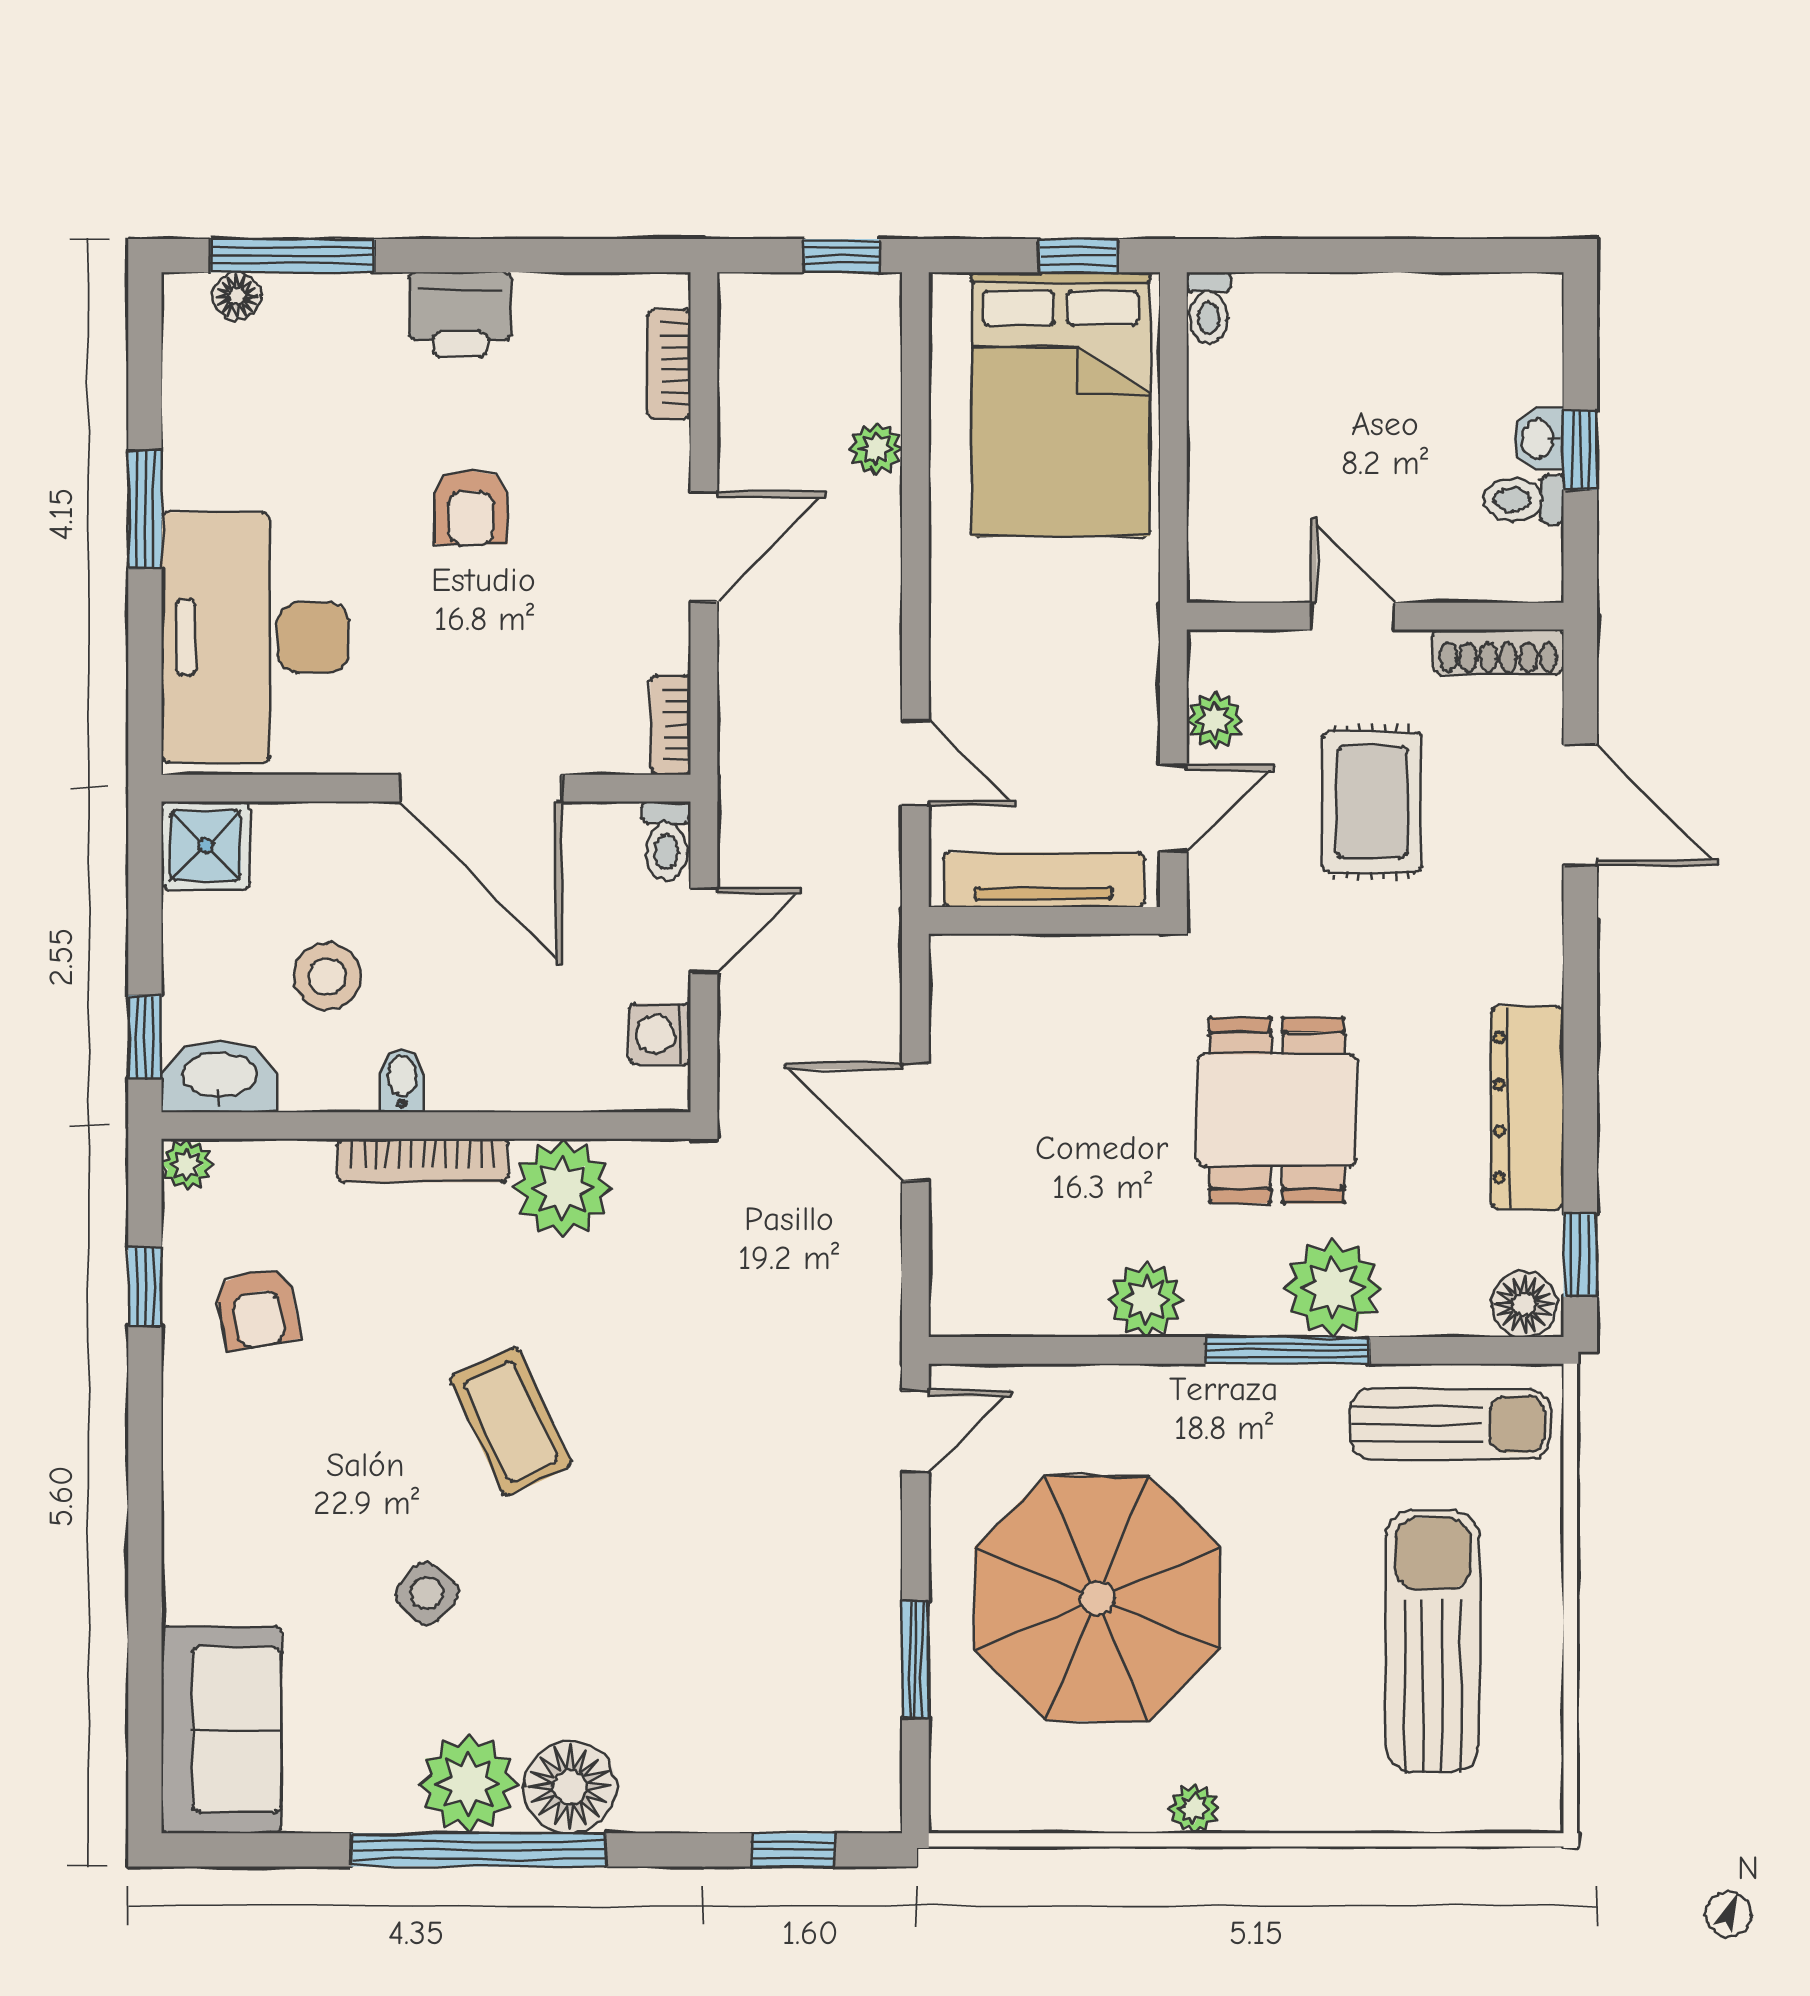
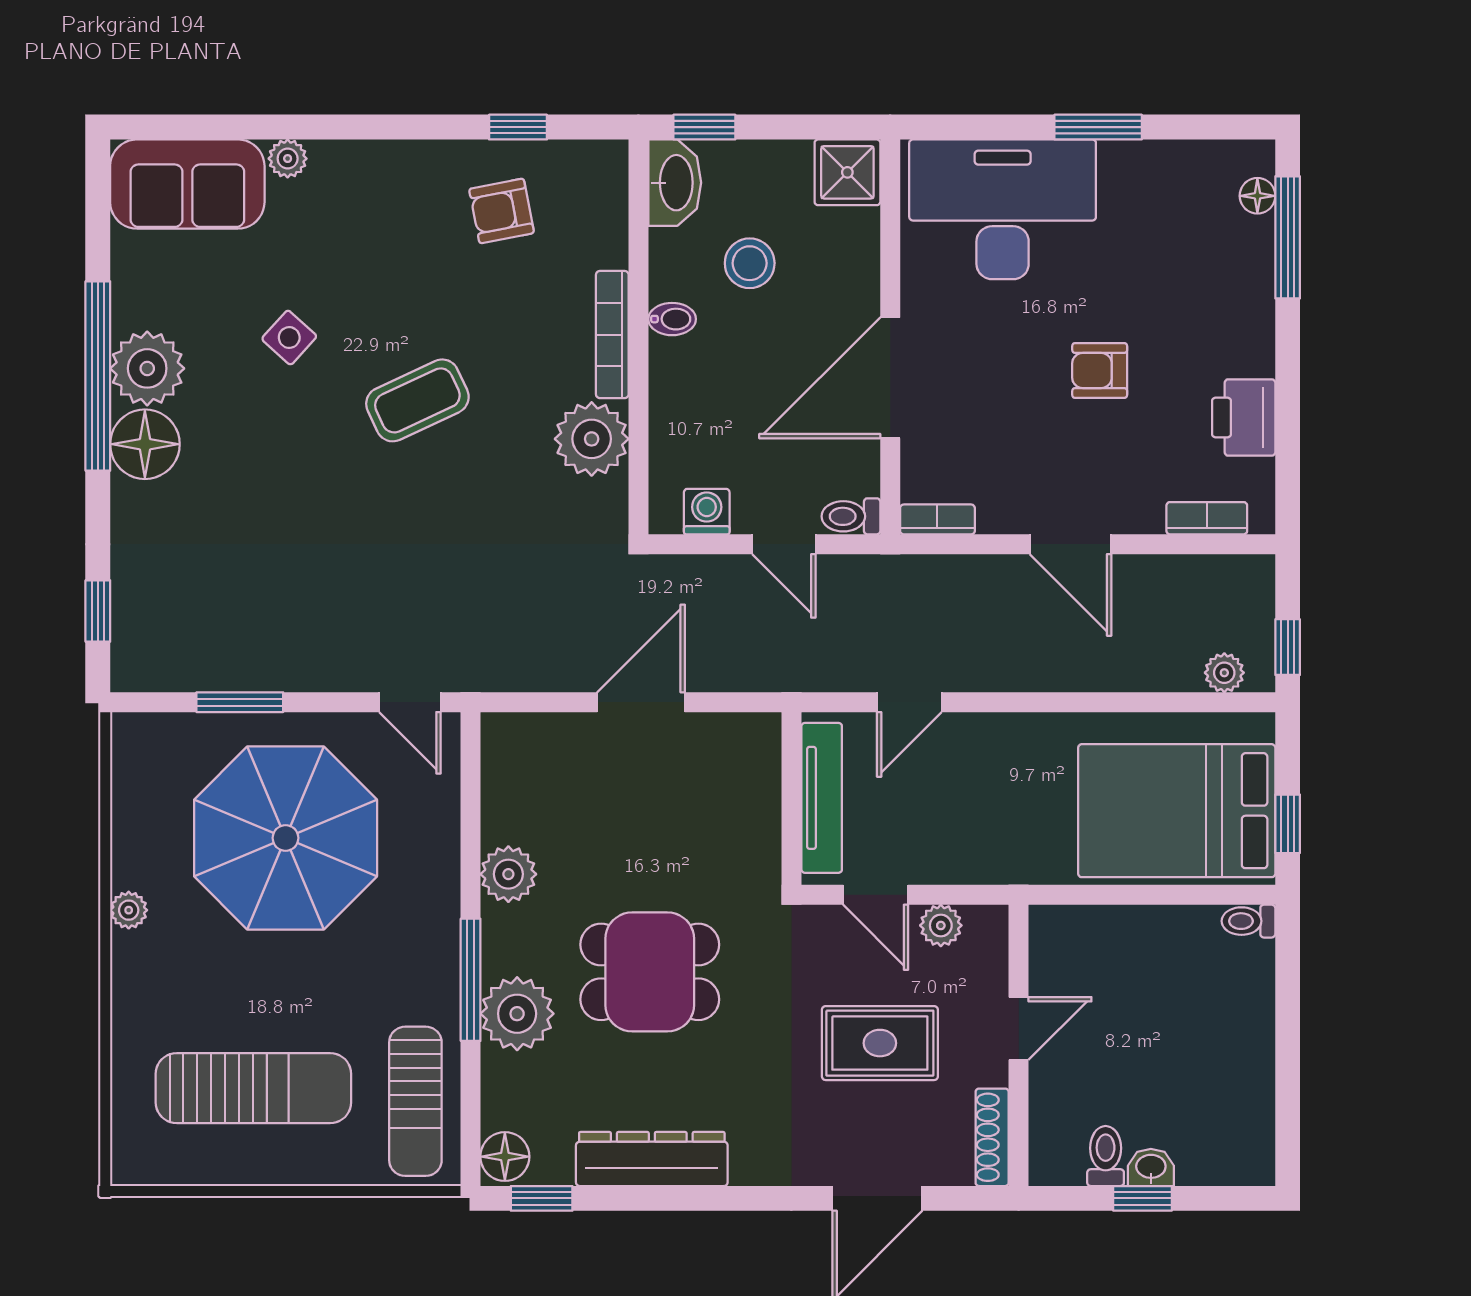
printer: (460, 315) -> (1244, 418), moved
plant: (876, 449) -> (1224, 673), moved
plant: (187, 1164) -> (288, 159), moved

